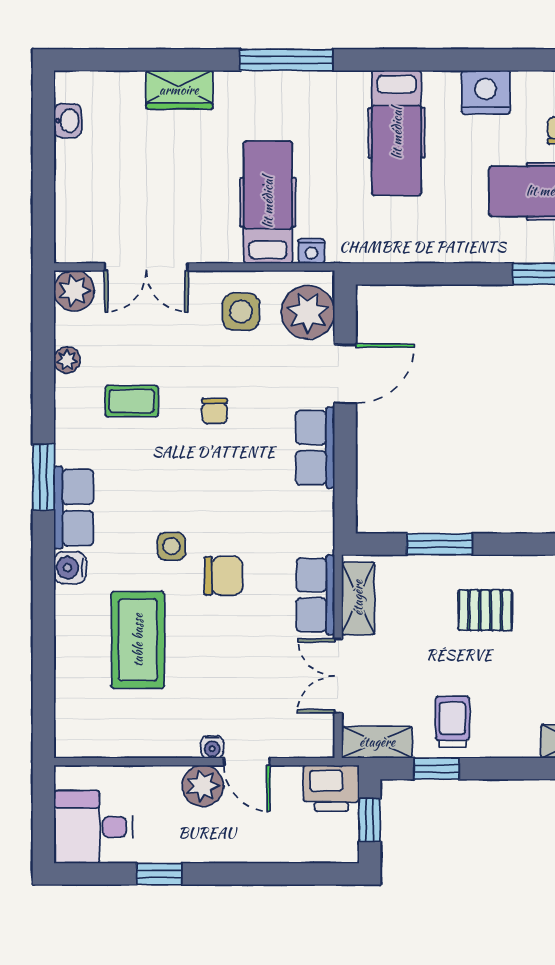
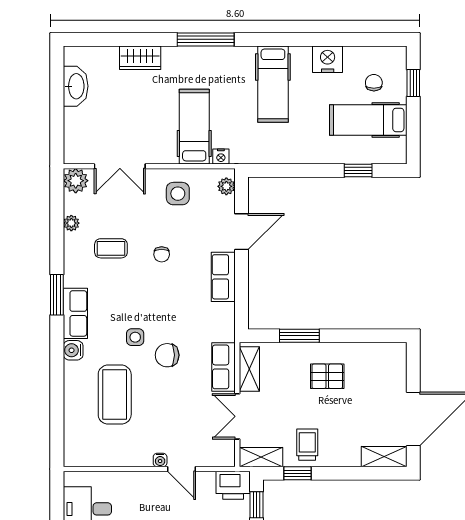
washbasin: (68, 121) -> (76, 86), width x1.91, depth x1.45
plant: (308, 312) -> (226, 186), width x0.53, depth x0.53
chair: (224, 576) -> (167, 355), turned 180
plant: (203, 786) -> (154, 484), removed

